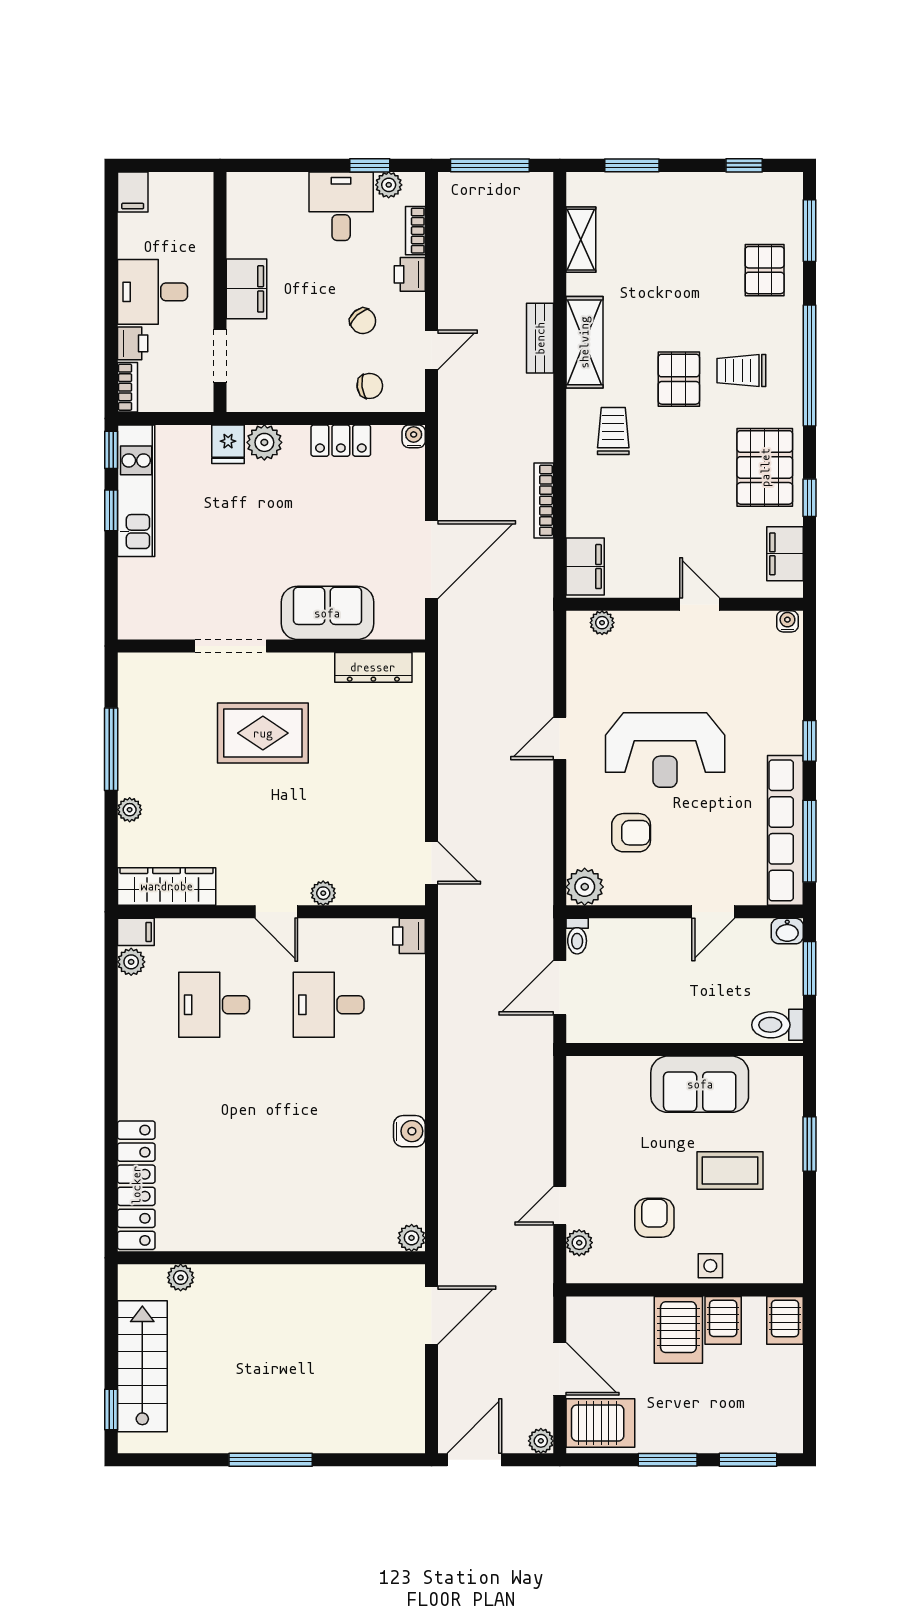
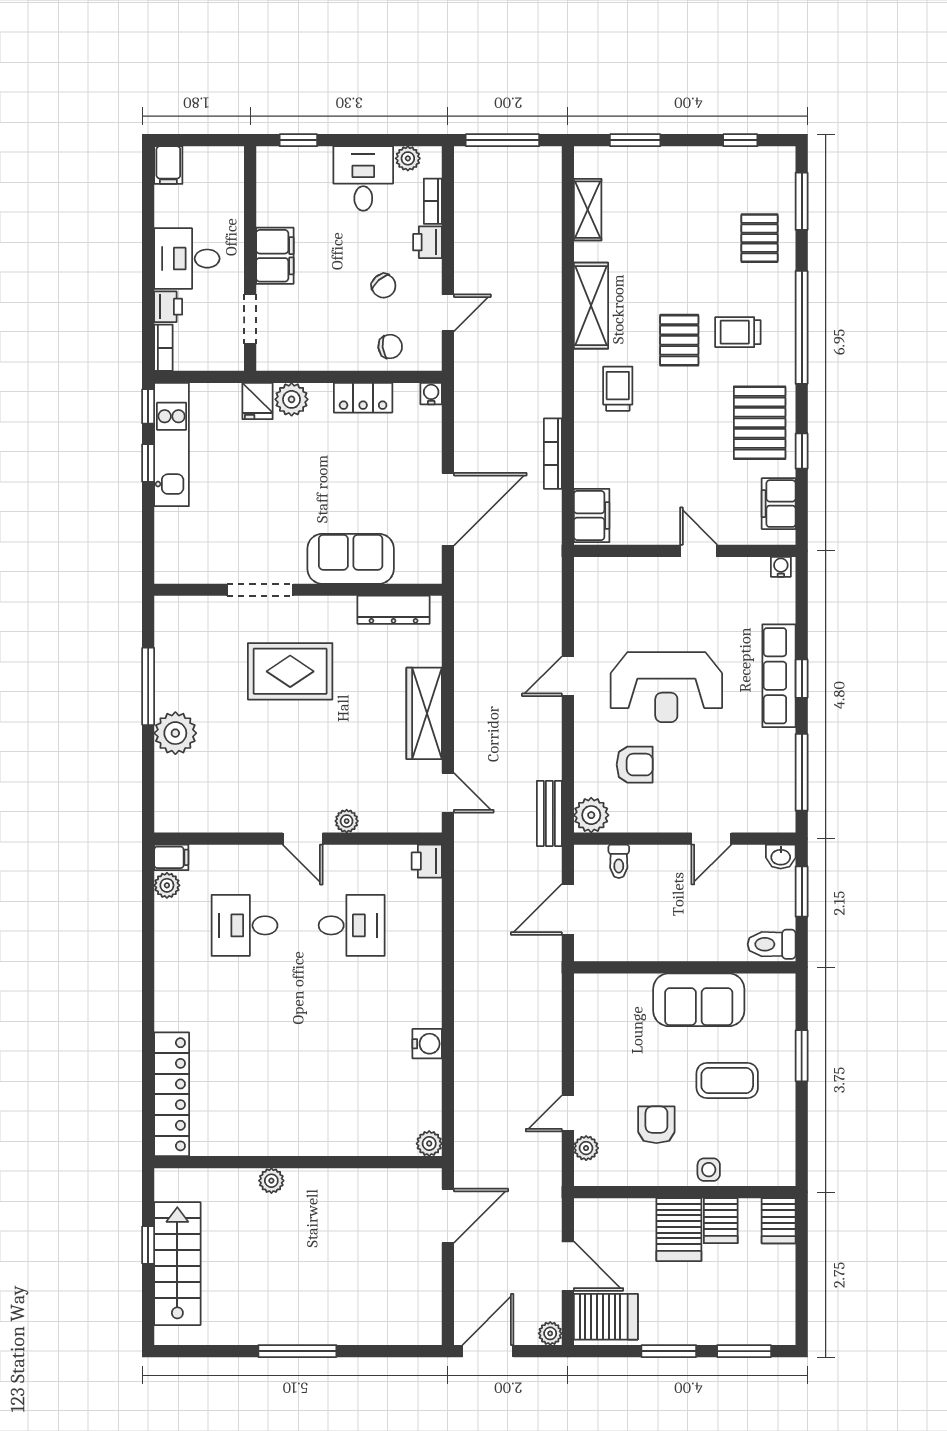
window: (370, 165) -> (298, 140), moved
bench: (540, 338) -> (549, 813), moved
plant: (602, 623) -> (607, 568), removed
plant: (130, 810) -> (175, 733), width x1.88, depth x1.88
row of seats: (785, 830) -> (779, 676), moved, width x0.73
wardrobe: (167, 886) -> (424, 713), moved, turned -90
toilet: (577, 936) -> (619, 861), moved
desk: (329, 1005) -> (352, 925), turned 180
plant: (181, 1278) -> (271, 1181), moved
window: (111, 1409) -> (148, 1245), moved

